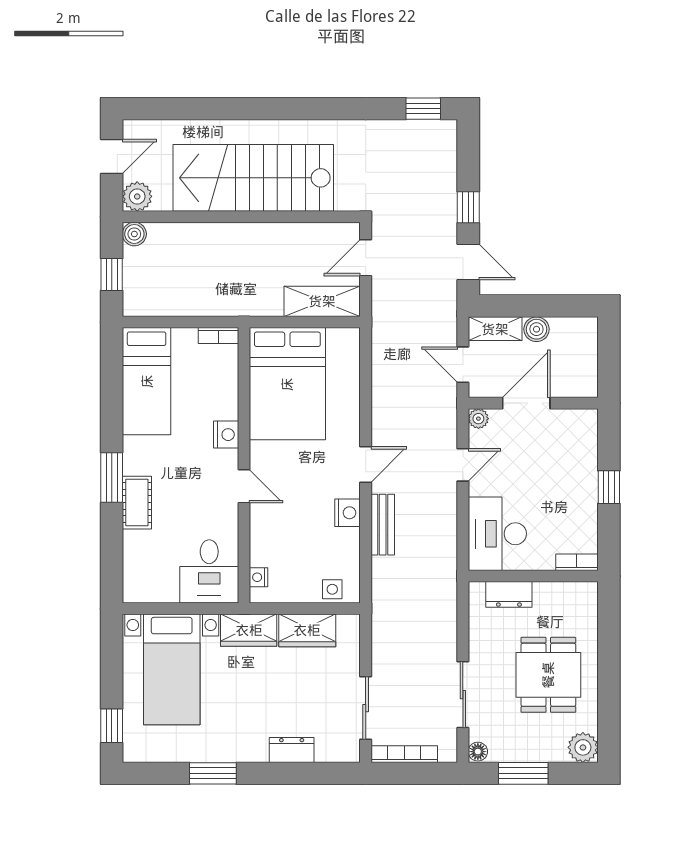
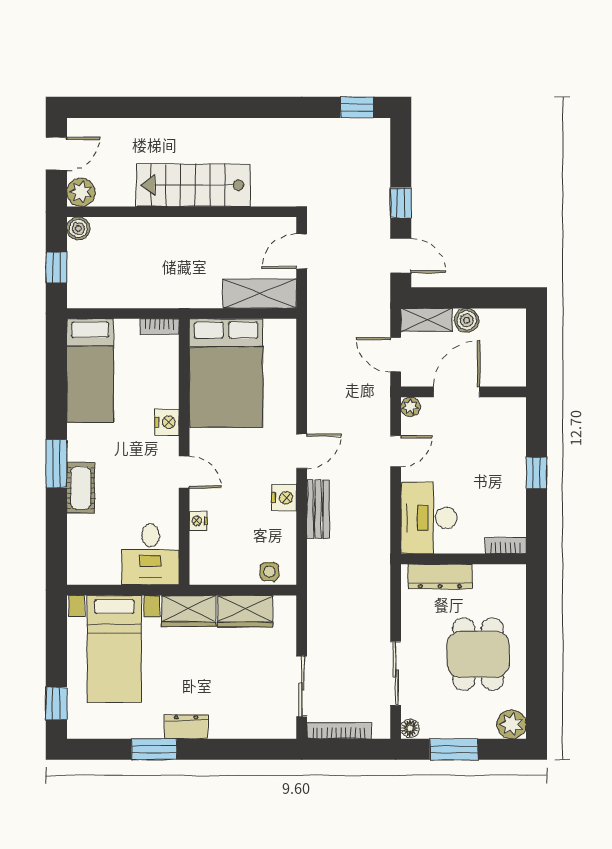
stairs: (253, 178) -> (193, 185), width x0.73, depth x0.66
nightstand: (259, 577) -> (198, 521), moved
dresser: (509, 594) -> (440, 577), width x1.44
dresser: (292, 750) -> (186, 727), moved

